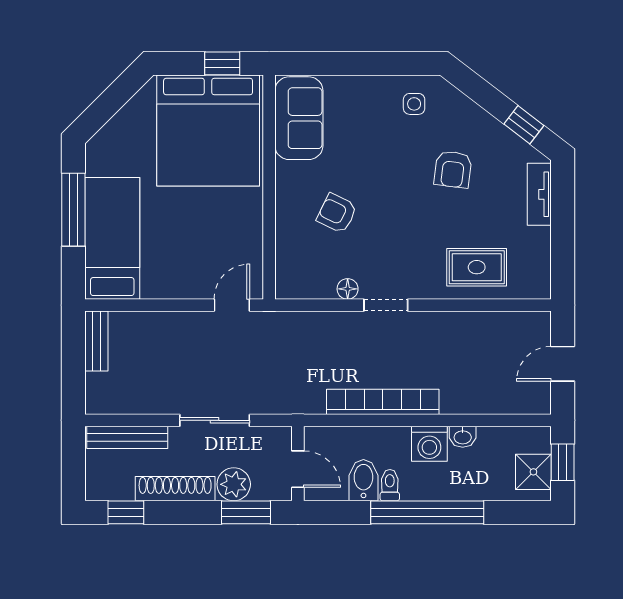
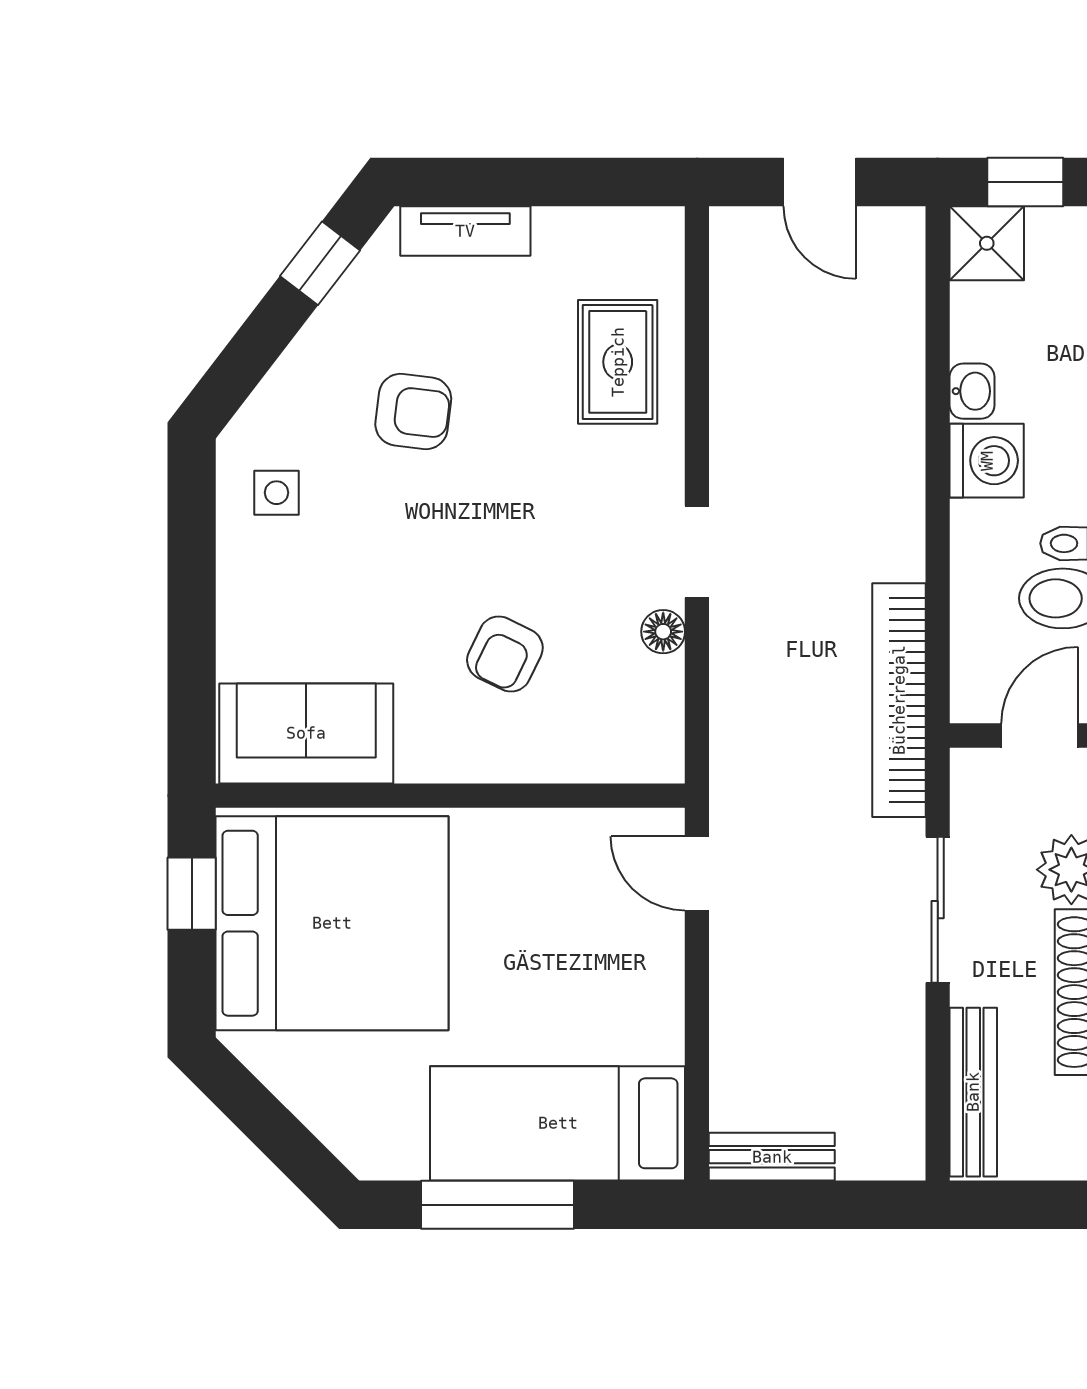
bookcase: (383, 402) -> (899, 700), moved
shower: (533, 472) -> (987, 243), moved

